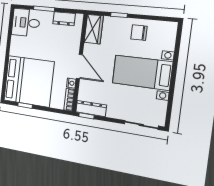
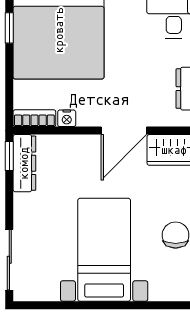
door: (79, 66) -> (124, 131), moved

